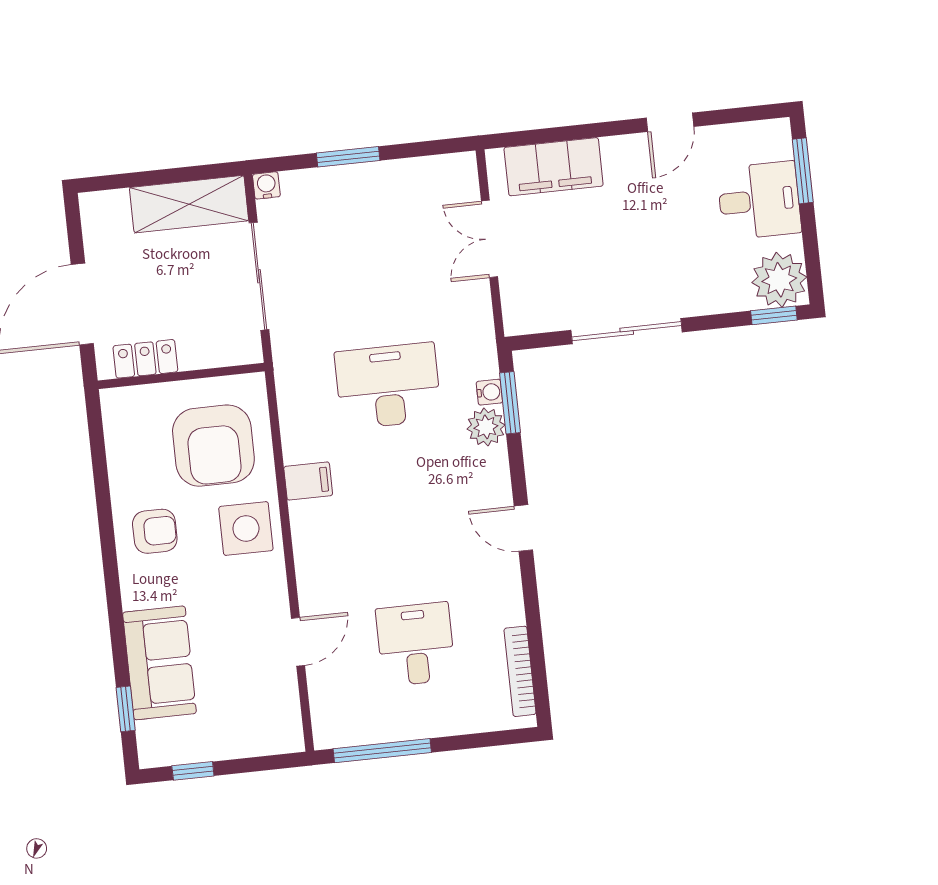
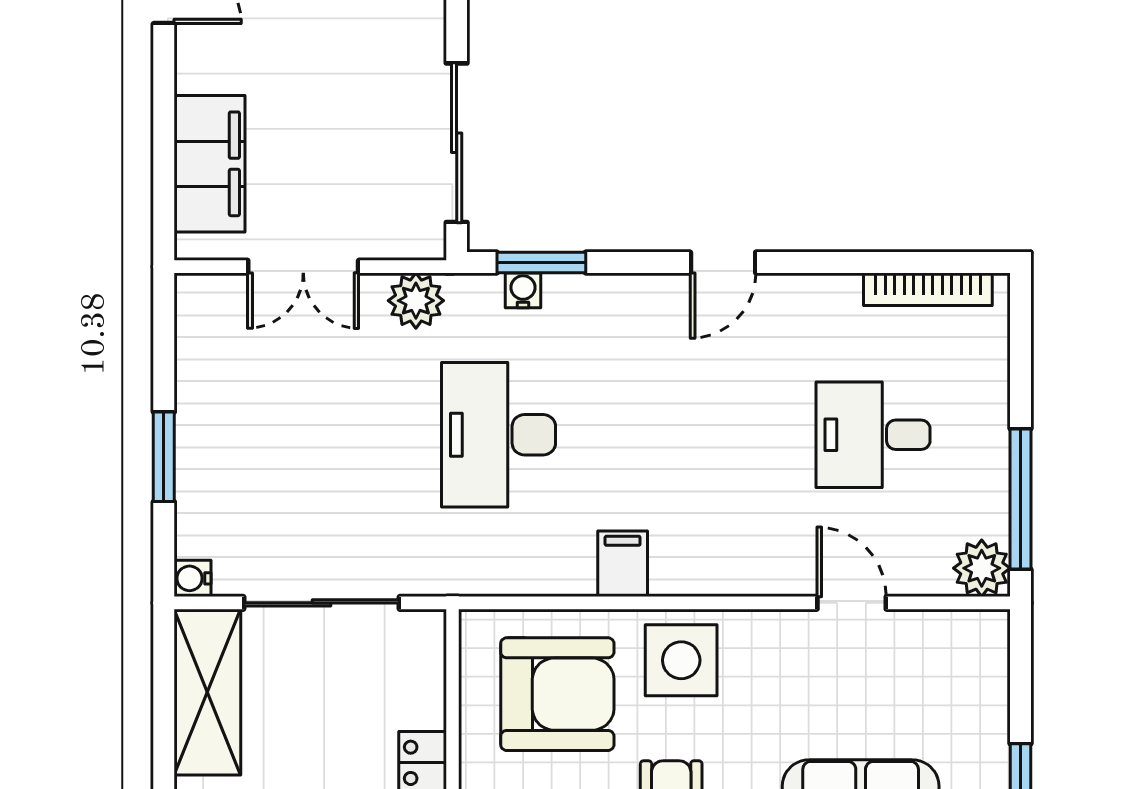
sliding door: (627, 331) -> (457, 143), moved
plant: (486, 427) -> (416, 301), moved
plant: (332, 729) -> (982, 568), added

